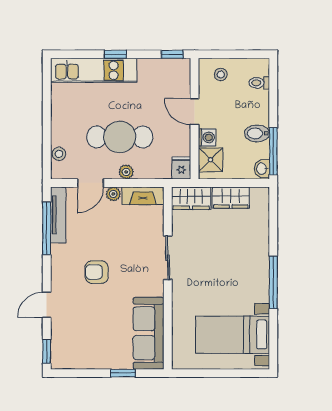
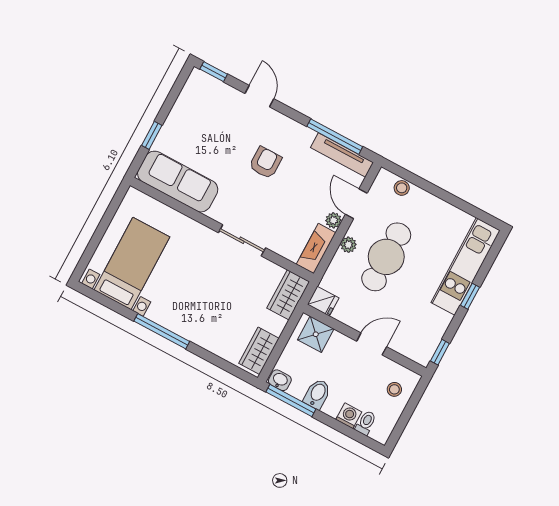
washing machine: (207, 138) -> (349, 416), moved, turned 180
wardrobe: (231, 198) -> (259, 351), moved

